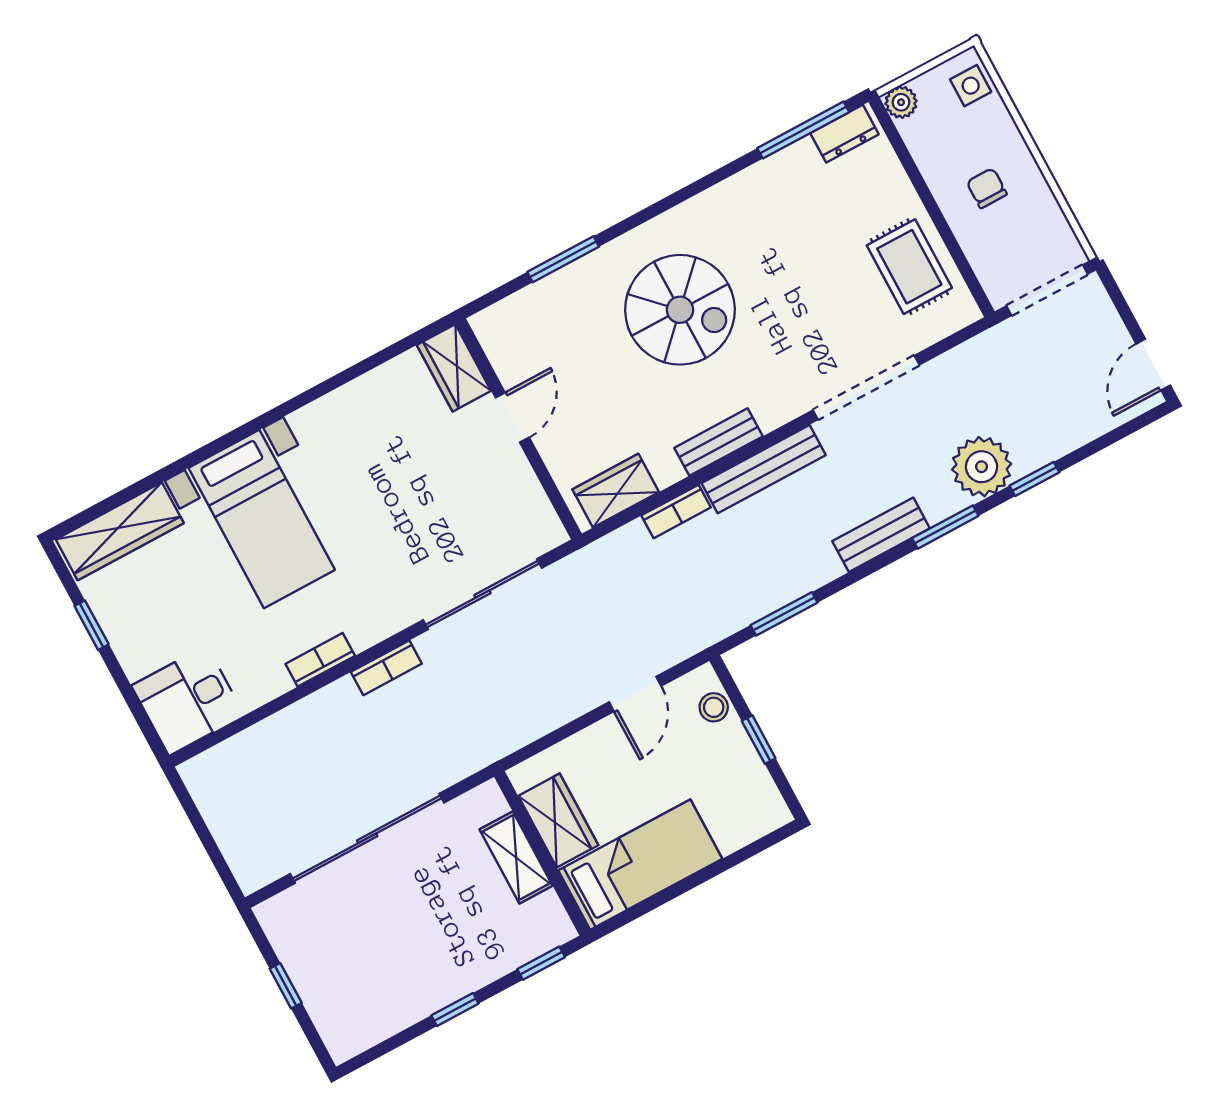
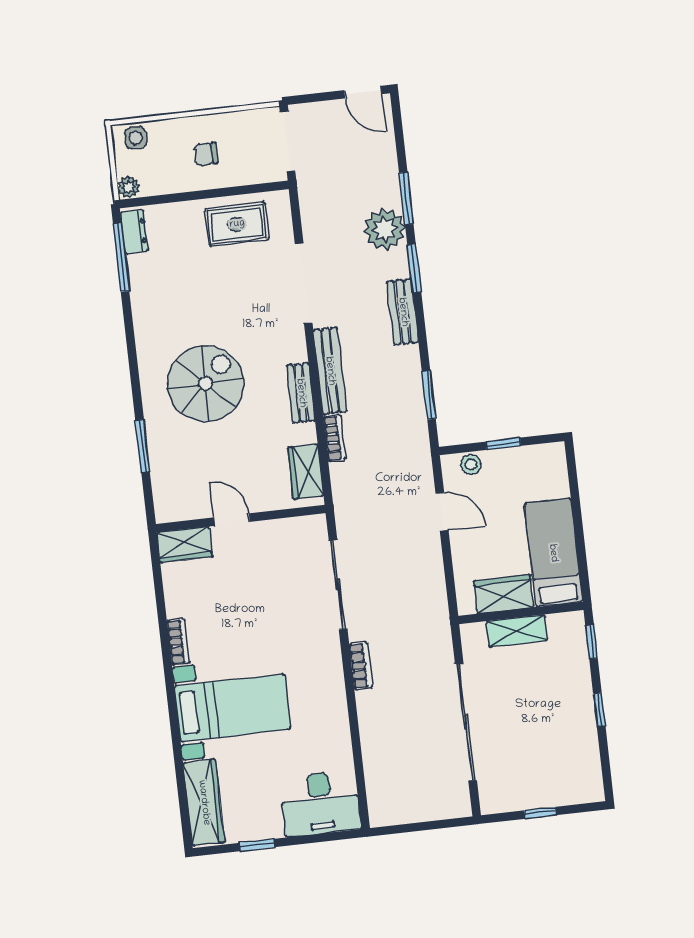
window: (1034, 479) -> (406, 198), width x1.50
bookcase: (320, 660) -> (178, 642), moved, turned 180
desk: (188, 700) -> (320, 803), width x1.37

